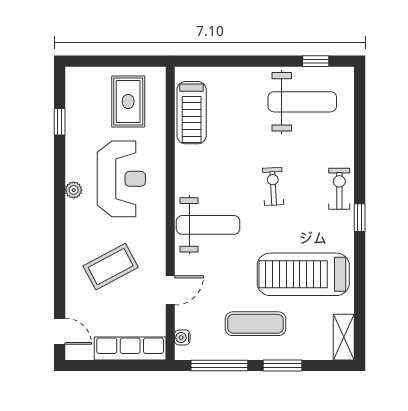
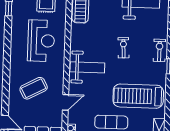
plant: (74, 190) -> (15, 46), removed

